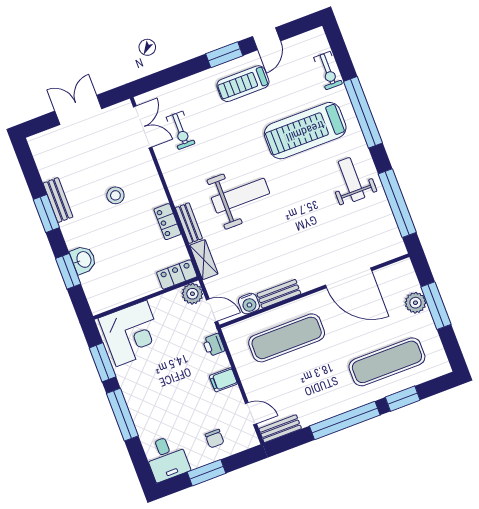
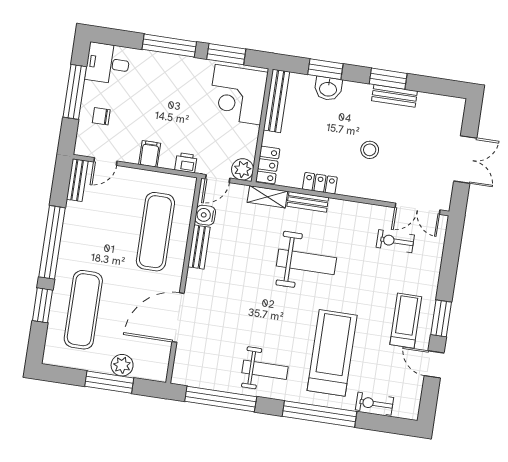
weight bench: (240, 196) -> (306, 262), turned -90
bench: (118, 297) -> (277, 101), added
window: (207, 473) -> (75, 92), width x1.44

